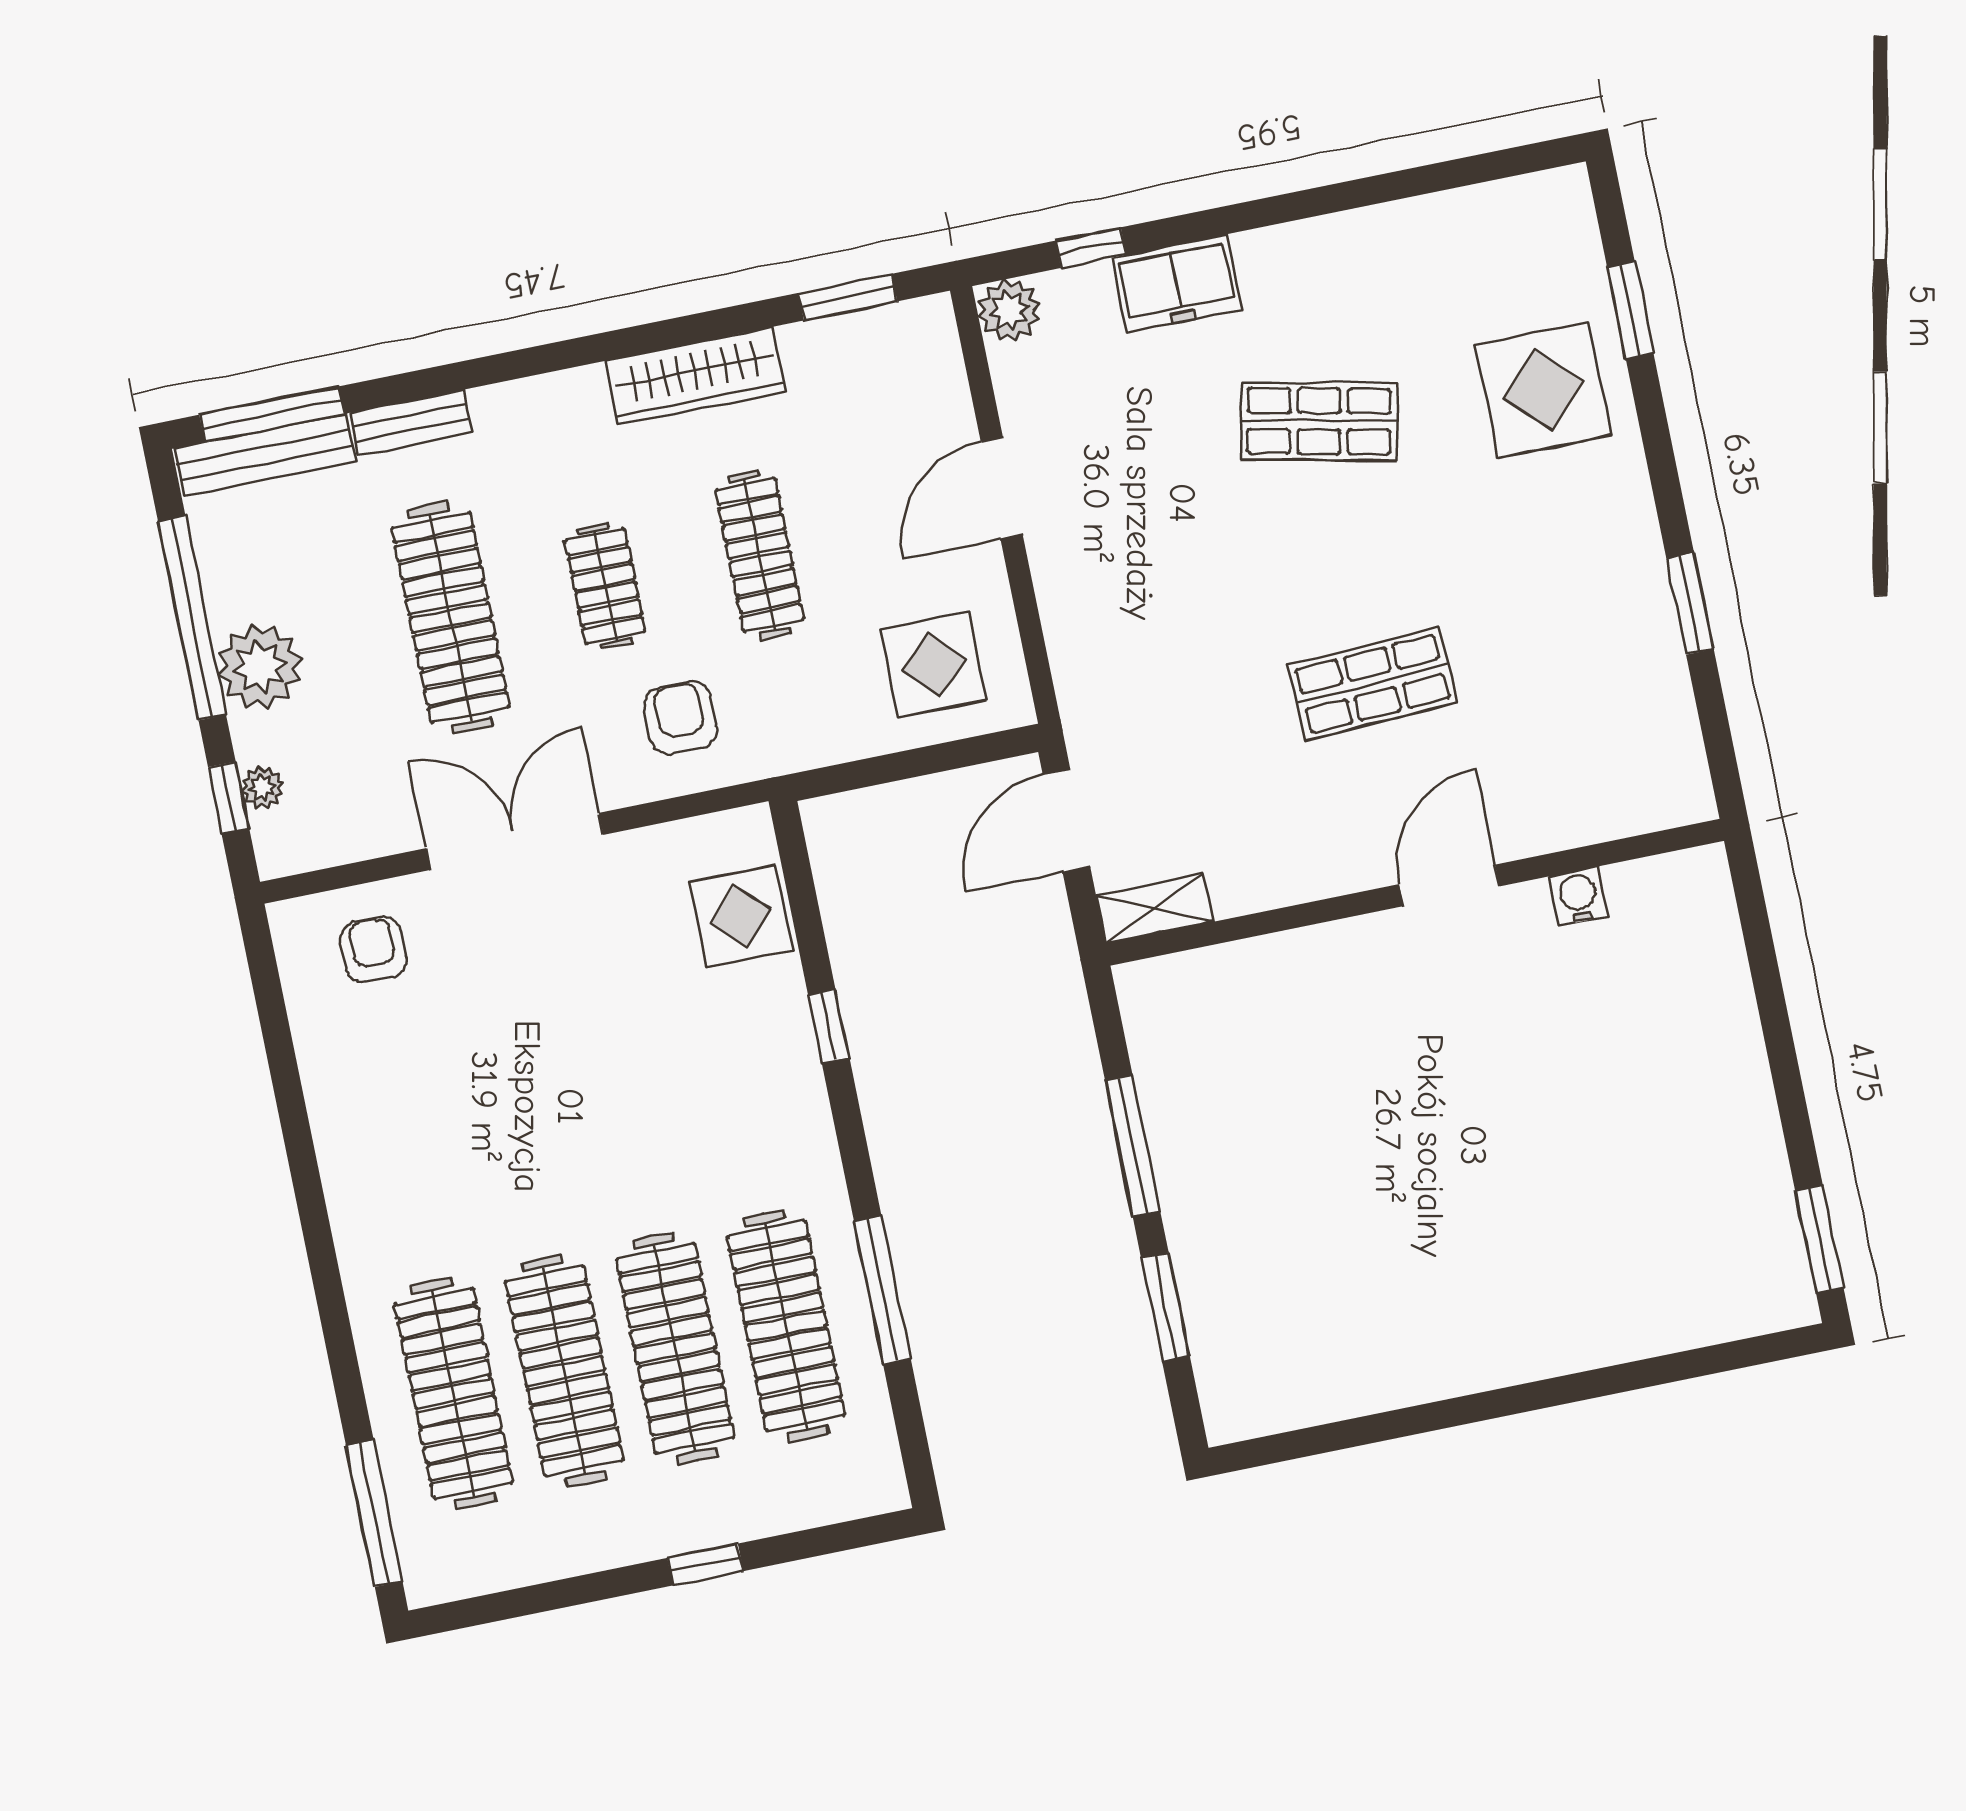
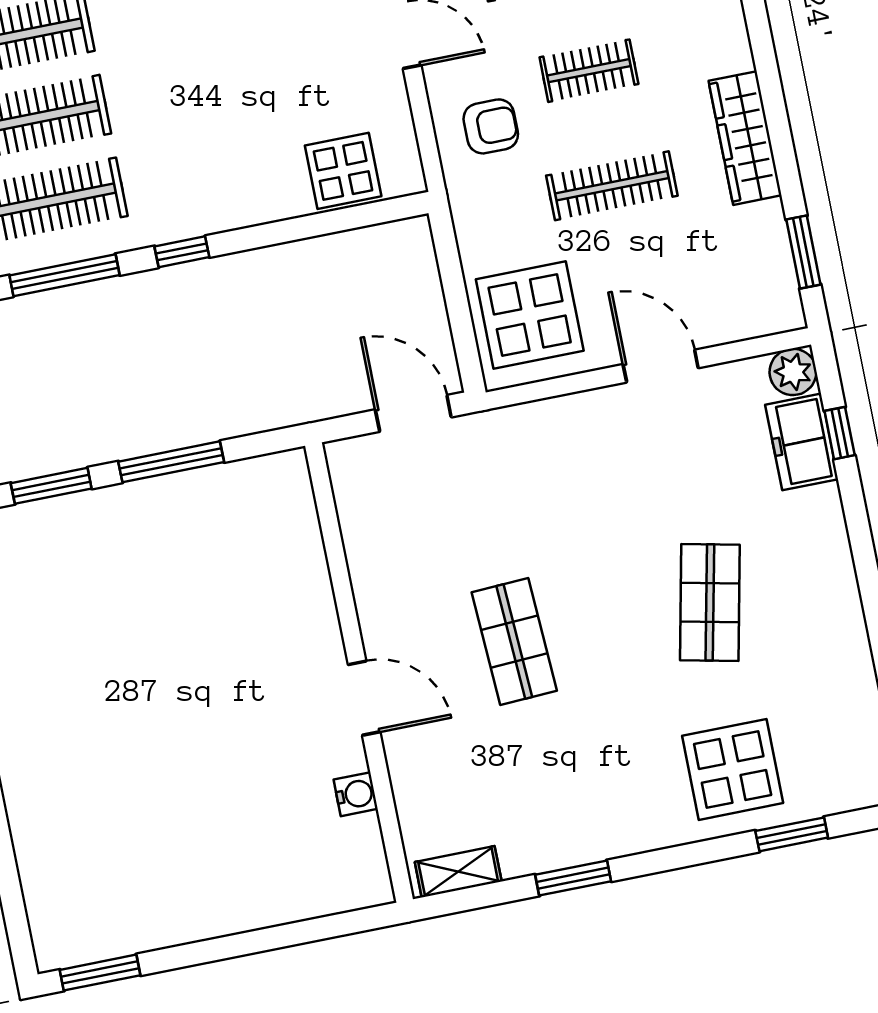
freezer: (1177, 283) -> (802, 442), moved
display table: (934, 665) -> (530, 315), width x1.36, depth x1.36
shelving: (1154, 909) -> (458, 872), moved, turned 90
window: (829, 1026) -> (182, 252), moved

